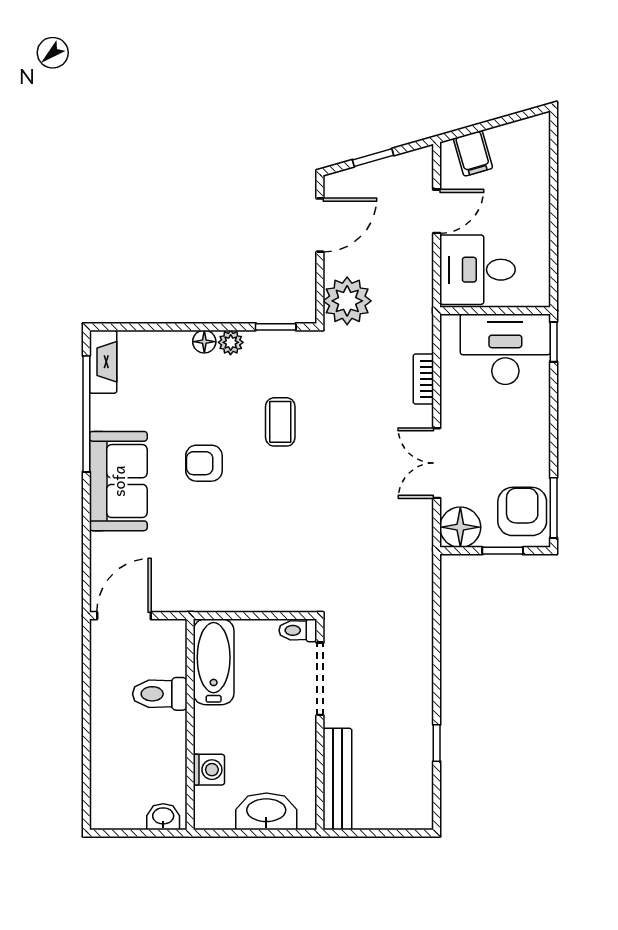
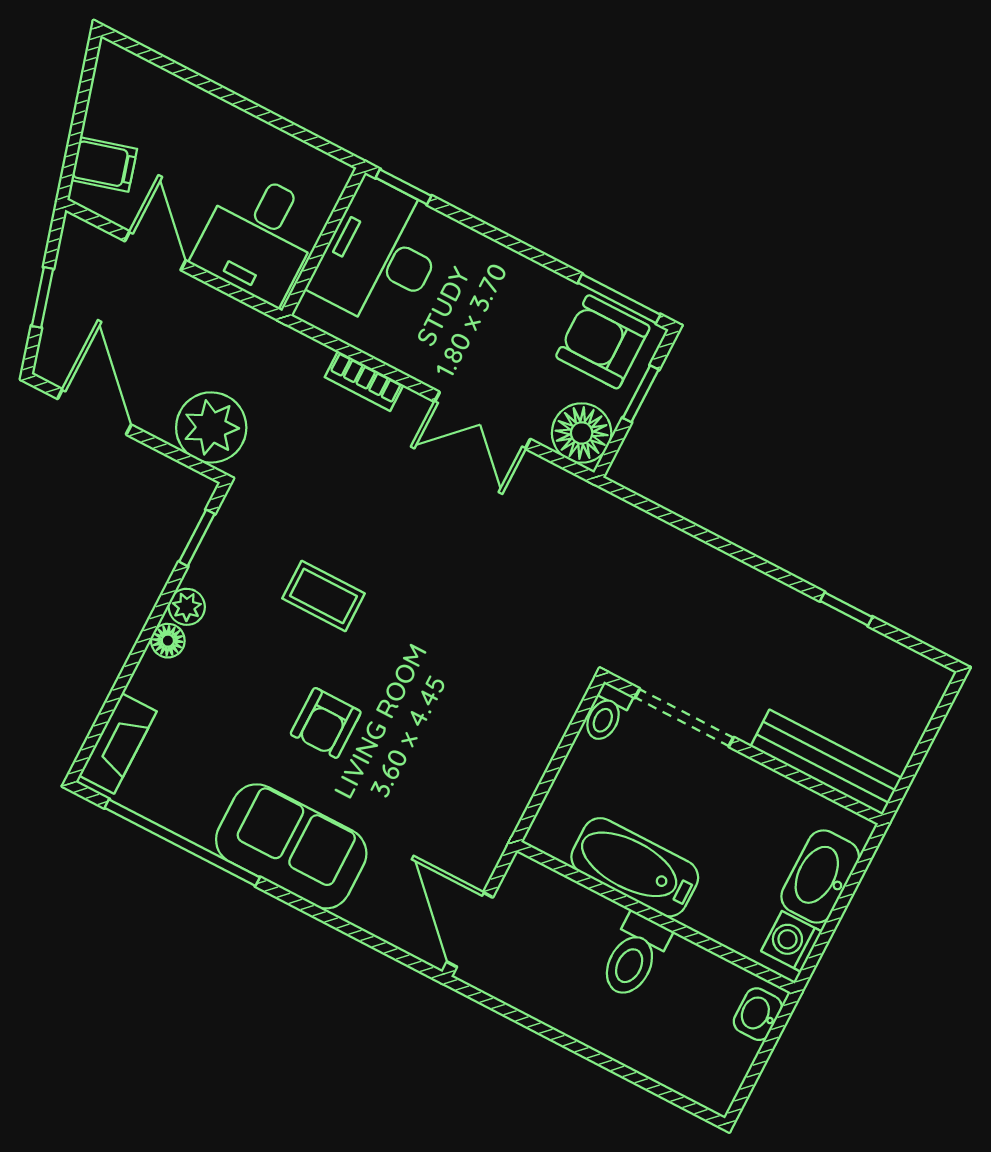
fireplace: (103, 362) -> (118, 743), moved, turned 90
bathtub: (214, 662) -> (635, 867), moved
toilet: (160, 694) -> (634, 956), moved
washing machine: (209, 770) -> (792, 941), moved, turned -90

